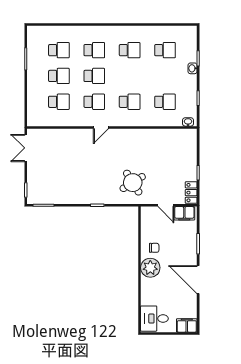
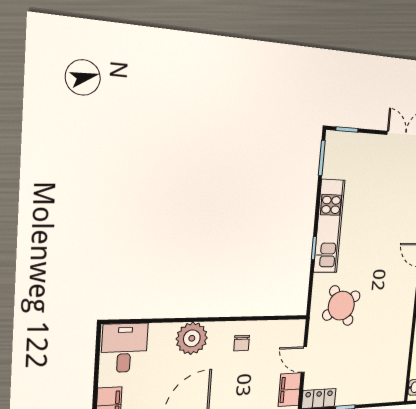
kitchen unit: (84, 196) -> (329, 226), added
door: (166, 205) -> (304, 359), hinge flipped
plant: (150, 268) -> (192, 338), moved

